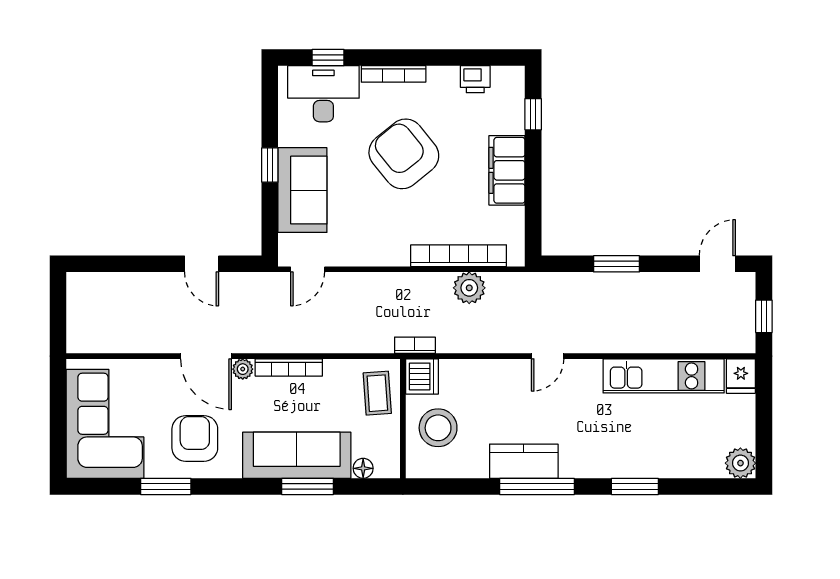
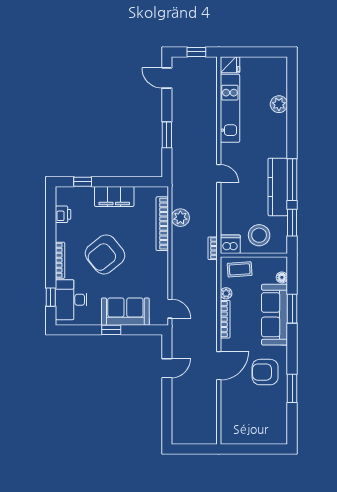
plant: (243, 369) -> (226, 293), moved
corner sofa: (105, 424) -> (257, 423), removed
kitchen counter: (524, 461) -> (278, 187), width x1.50
plant: (740, 463) -> (279, 104), moved
window: (635, 486) -> (292, 223), moved

